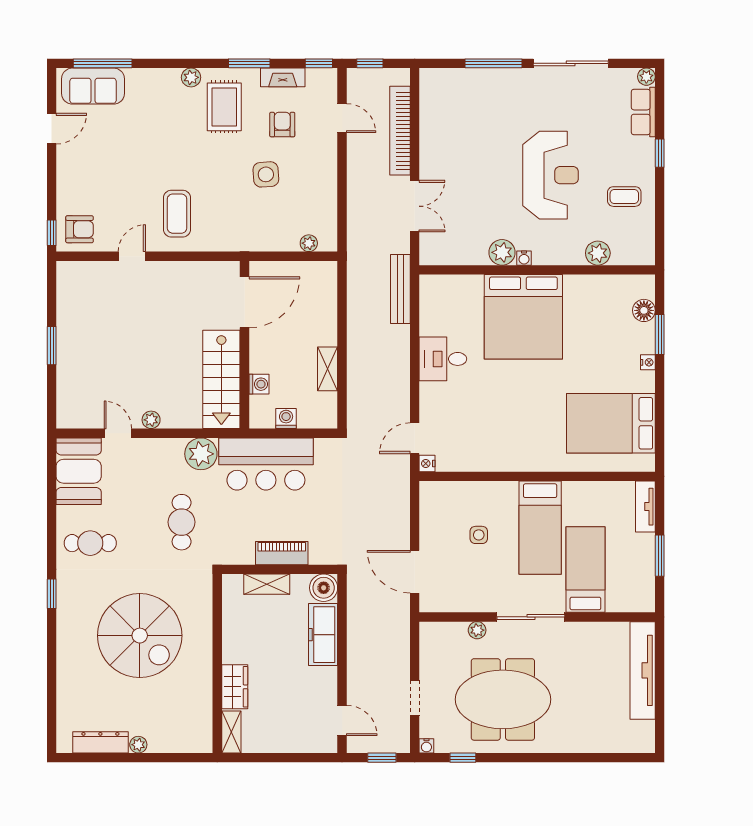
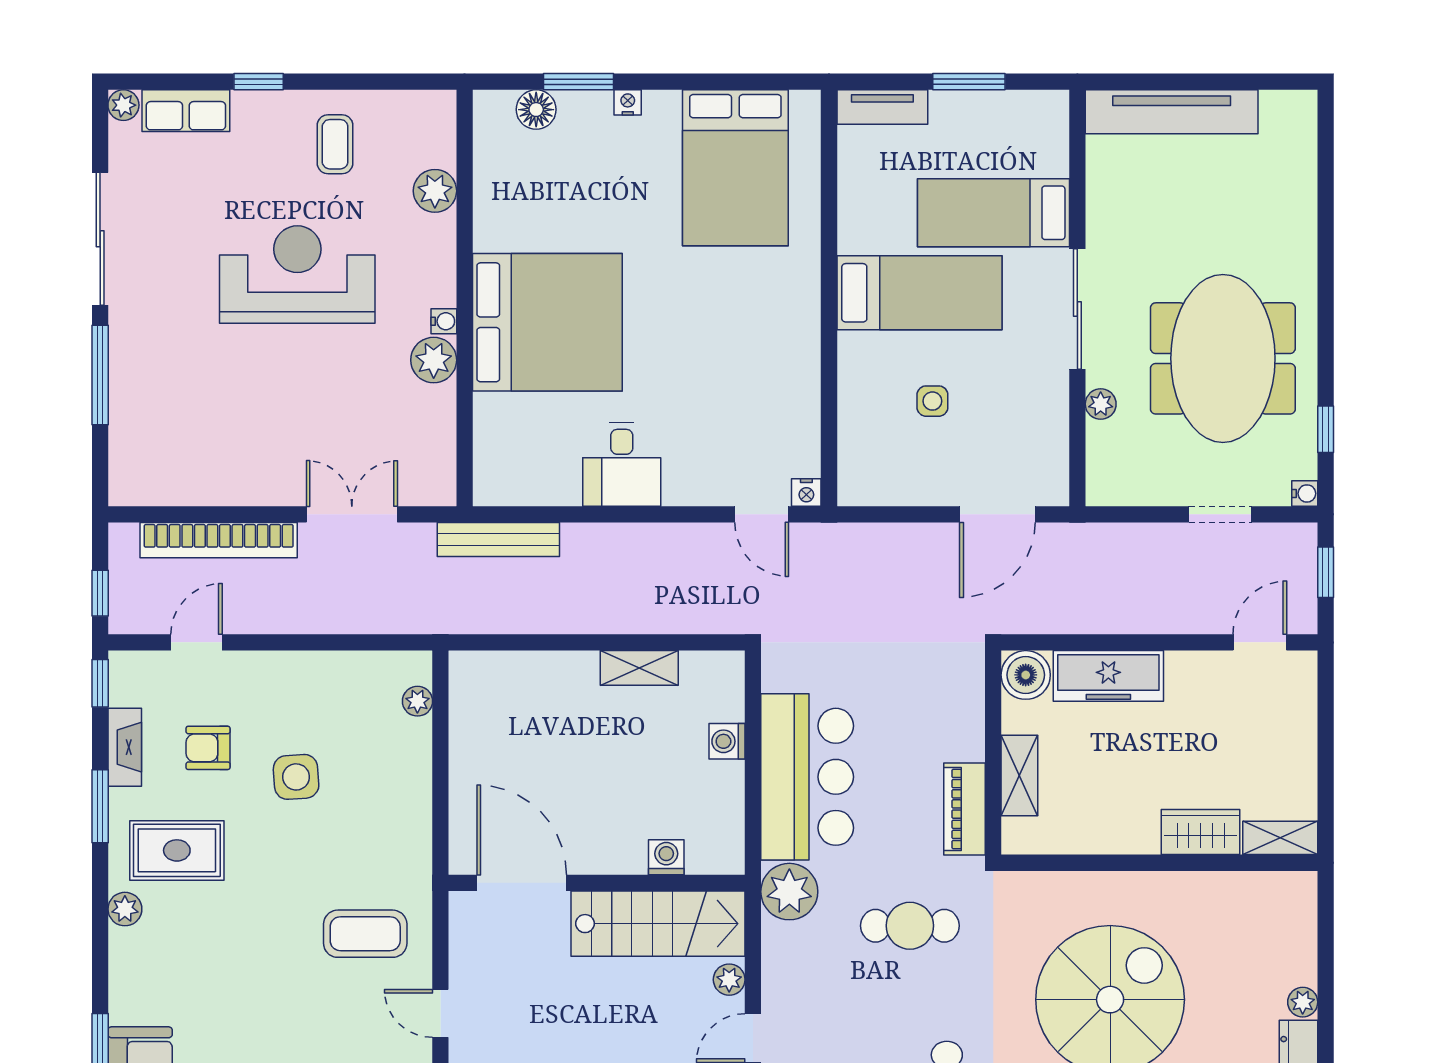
door: (244, 302) -> (522, 883), moved
wall: (244, 345) -> (597, 883), moved
stairs: (221, 379) -> (658, 924), moved
washing machine: (259, 384) -> (666, 857), moved
piano: (282, 553) -> (965, 809), moved

